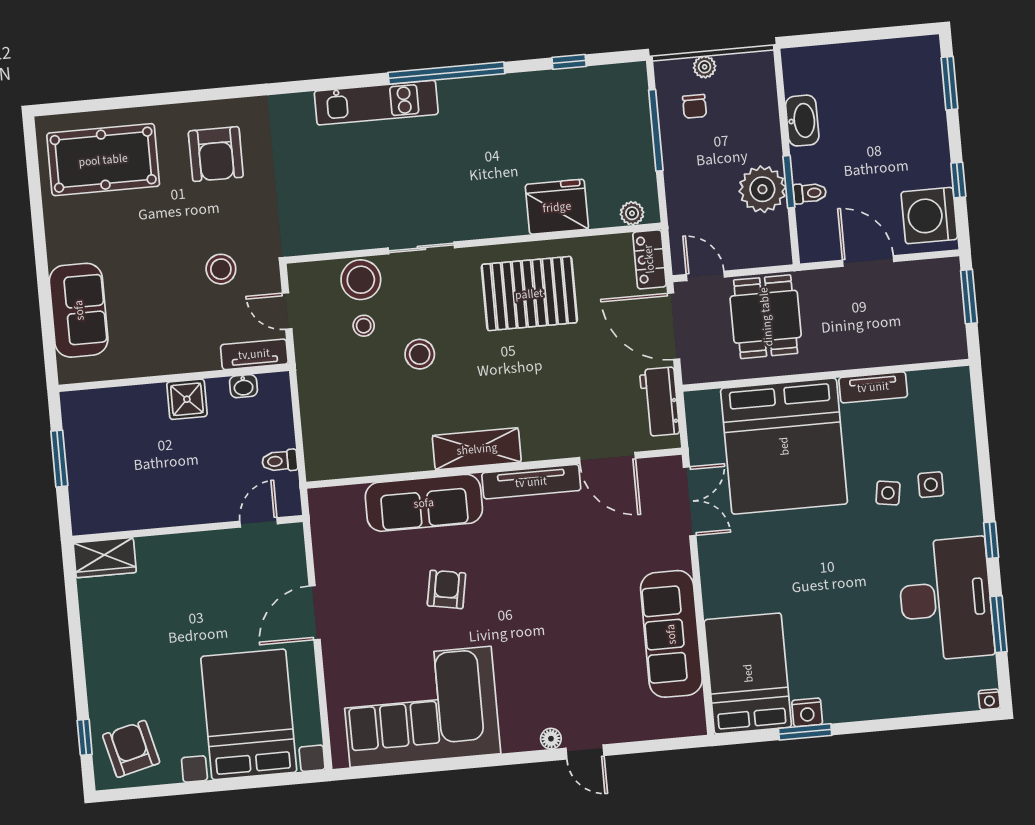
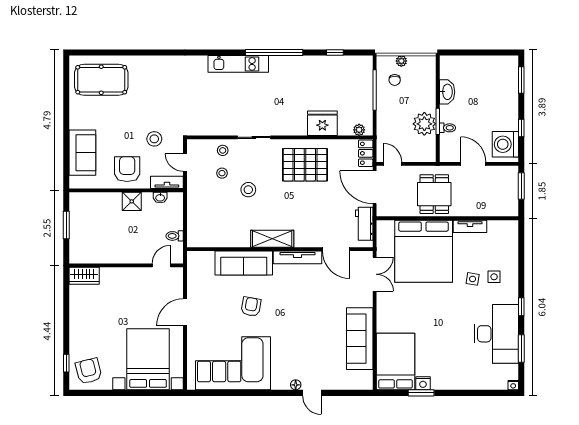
armchair: (216, 154) -> (127, 169), moved, turned 180
stool: (361, 280) -> (223, 150), width x0.53, depth x0.53
dining table: (766, 317) -> (434, 194), moved

